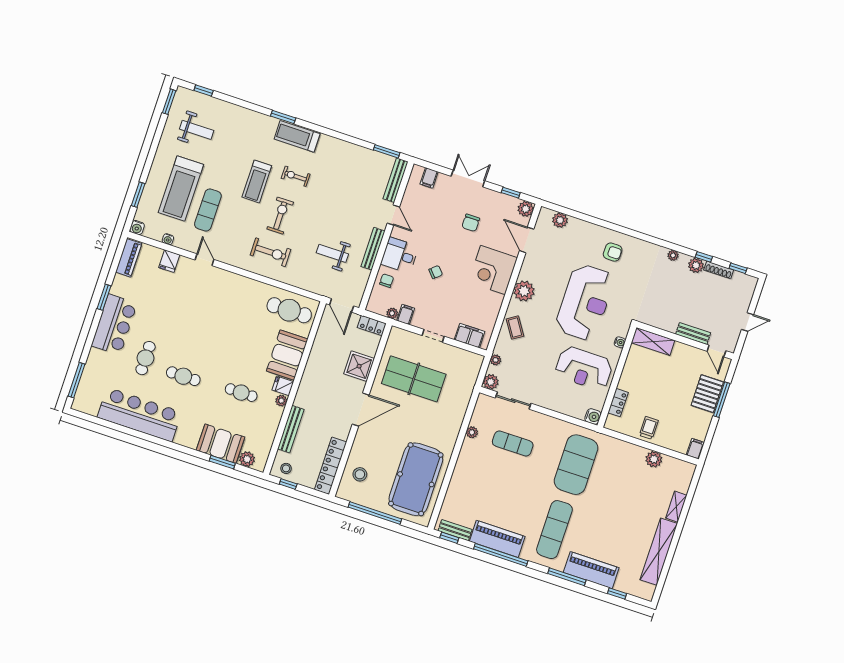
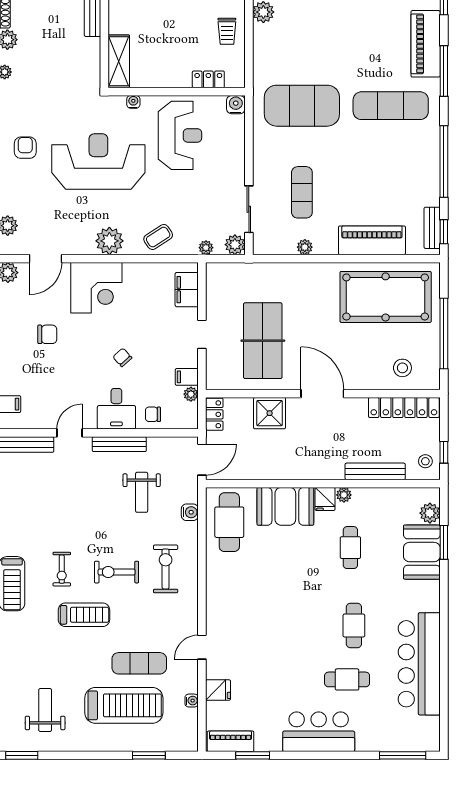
water cooler: (137, 228) -> (190, 512), moved
window: (104, 297) -> (253, 755), moved
trolley: (649, 428) -> (227, 31), turned -90
piano: (497, 539) -> (372, 240), moved, turned 90

